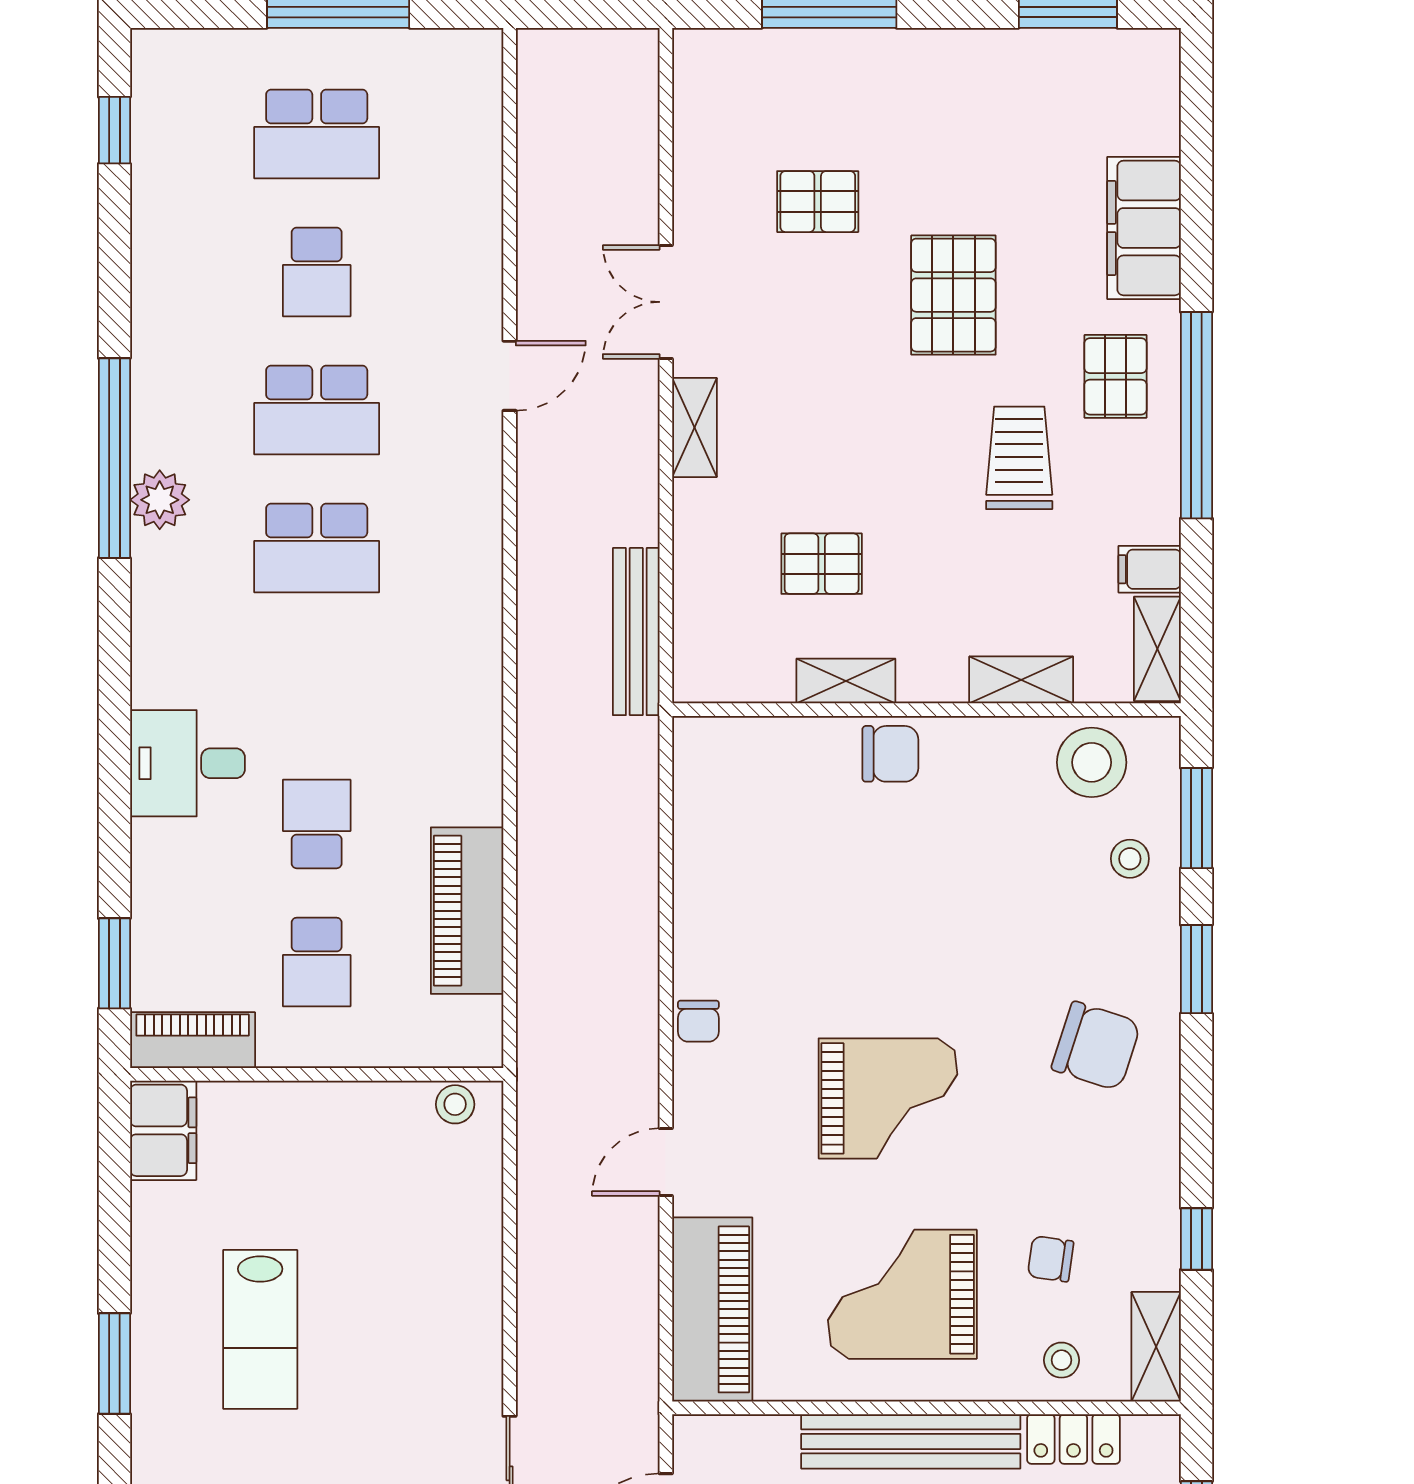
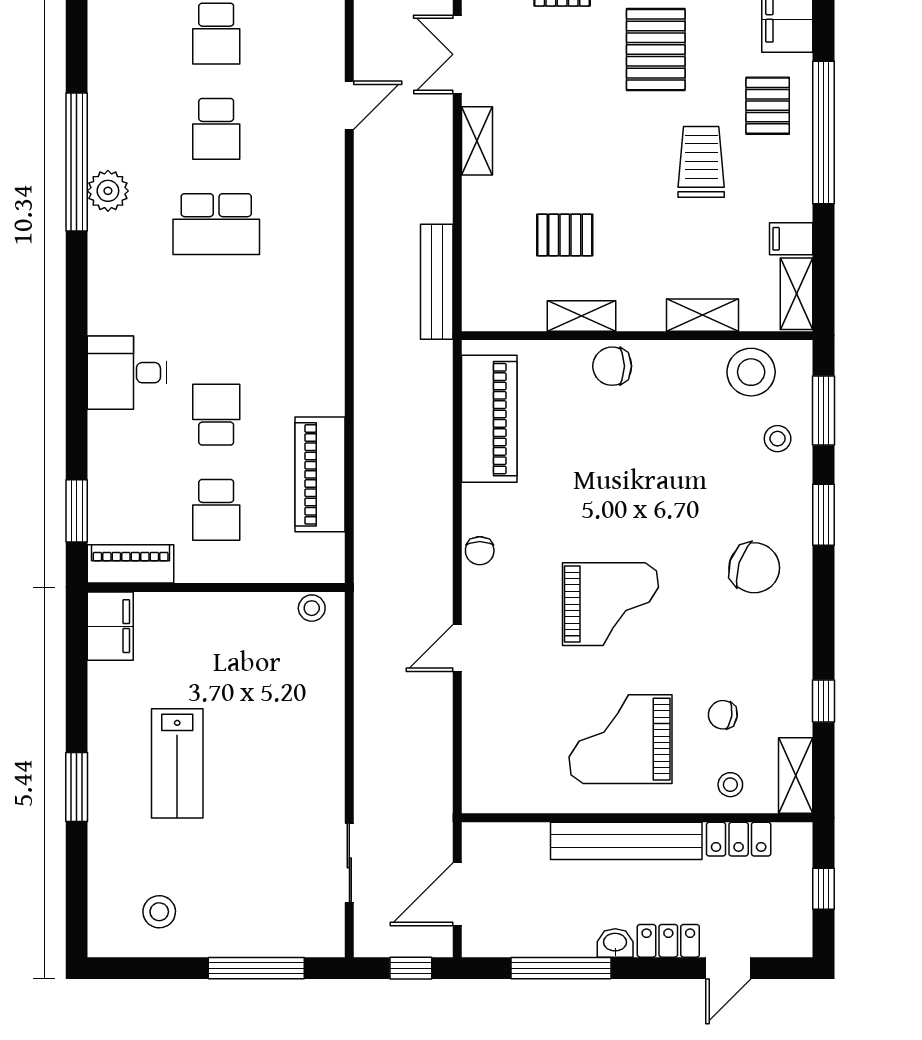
school desk: (317, 410) -> (216, 129), width x0.54
chair: (890, 754) -> (612, 366), turned 180
piano: (712, 1309) -> (489, 419), moved

